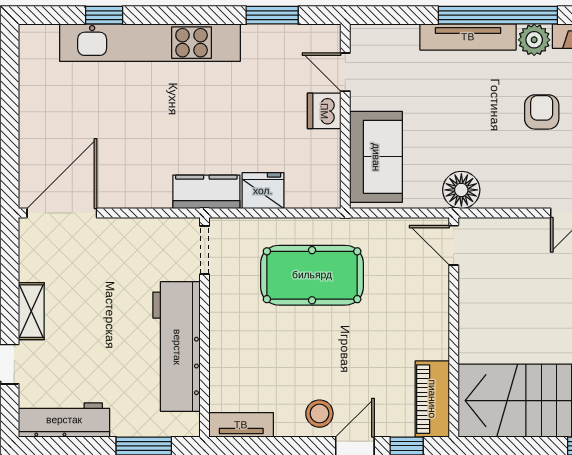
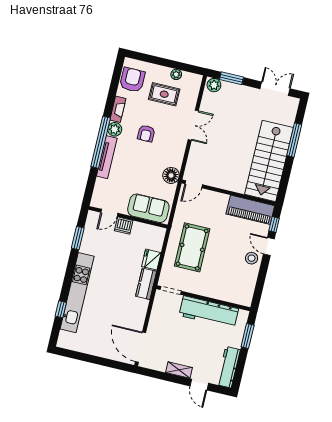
armchair: (542, 112) -> (146, 133), turned -90
piano: (432, 399) -> (250, 210), width x1.37, depth x1.33
tv unit: (241, 425) -> (248, 293), removed

